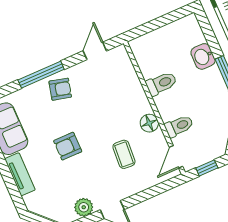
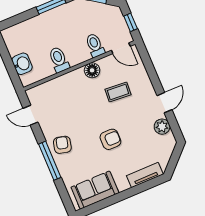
washbasin: (203, 56) -> (22, 64), moved, turned -90
armchair: (68, 146) -> (110, 139), turned -90
tv unit: (20, 174) -> (145, 175), moved

